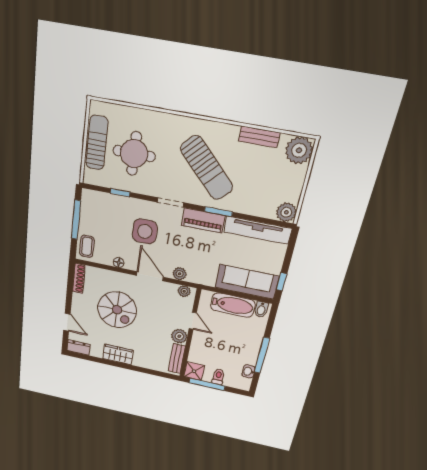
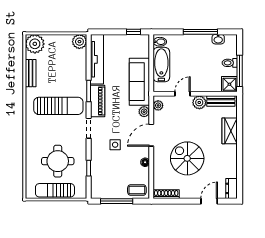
sun lounger: (207, 168) -> (58, 106), turned 45
side table: (145, 231) -> (115, 145), width x0.54, depth x0.54
sofa: (247, 282) -> (139, 82), moved
spiral stairs: (117, 310) -> (187, 158), turned -90
wardrobe: (118, 354) -> (230, 131), moved

